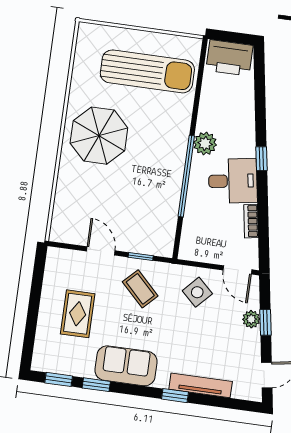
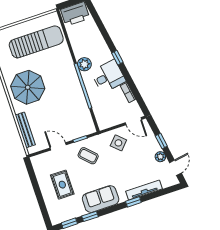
bench: (62, 200) -> (25, 130), added
plant: (251, 319) -> (160, 157), moved

